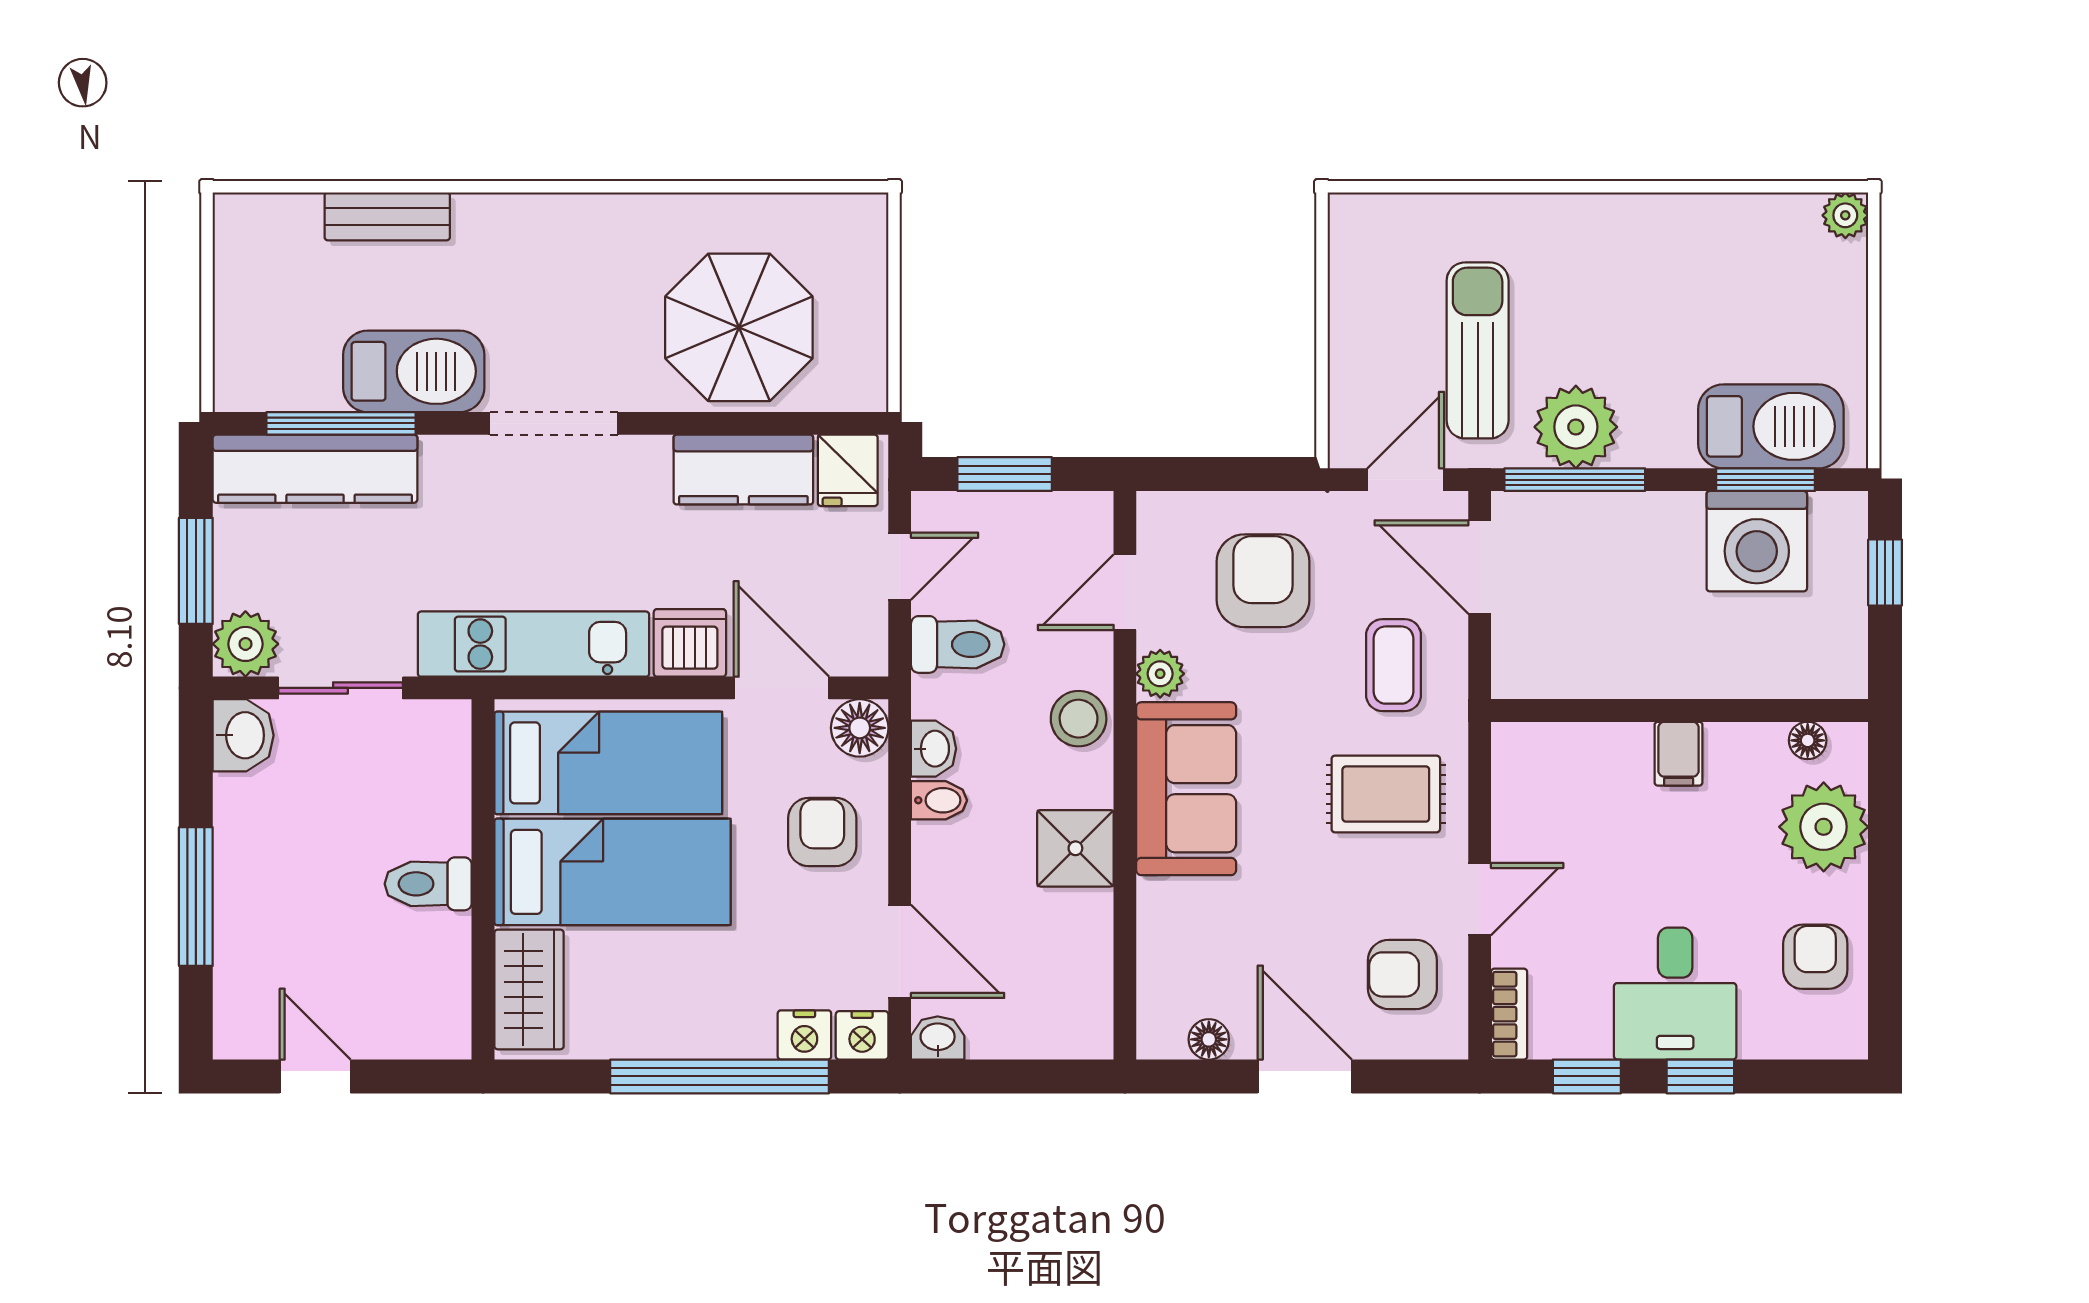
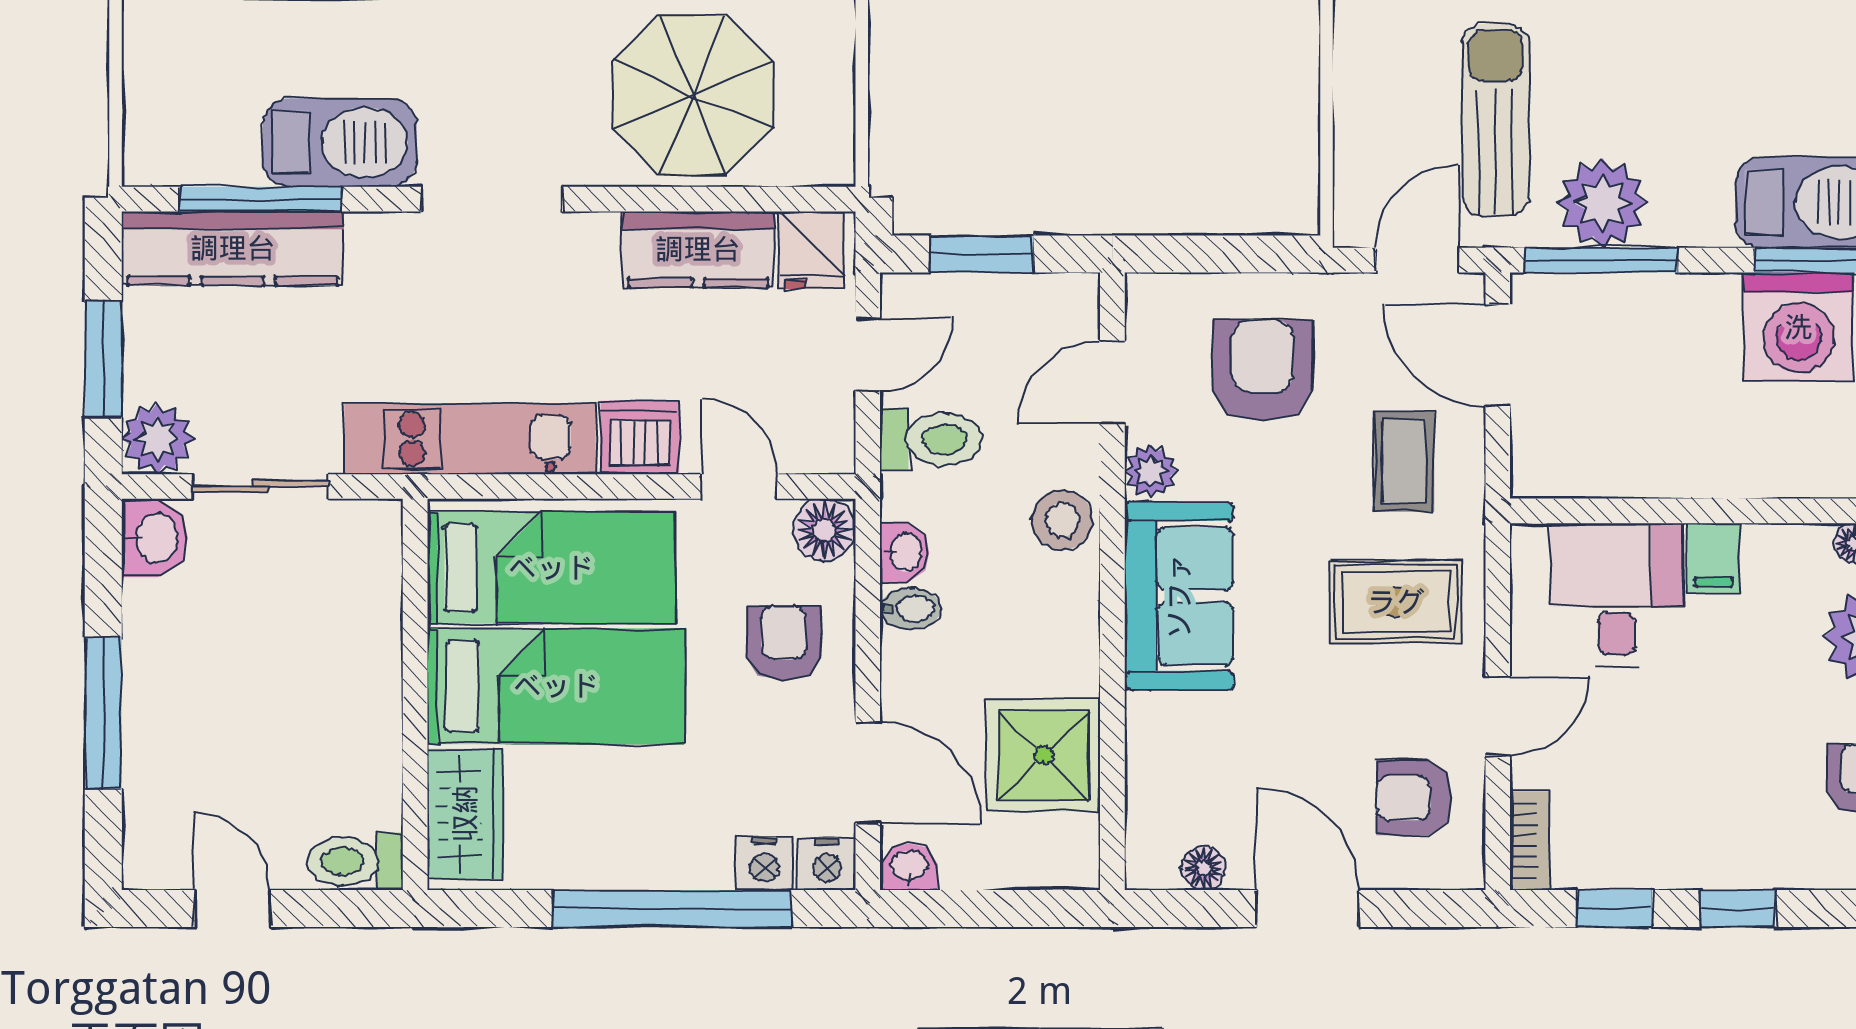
door: (781, 688) -> (739, 486), width x0.73
shower: (1075, 848) -> (1044, 755), moved, width x1.36, depth x1.36
toilet: (428, 884) -> (356, 861), moved
desk: (1675, 994) -> (1616, 595), moved, turned 180

